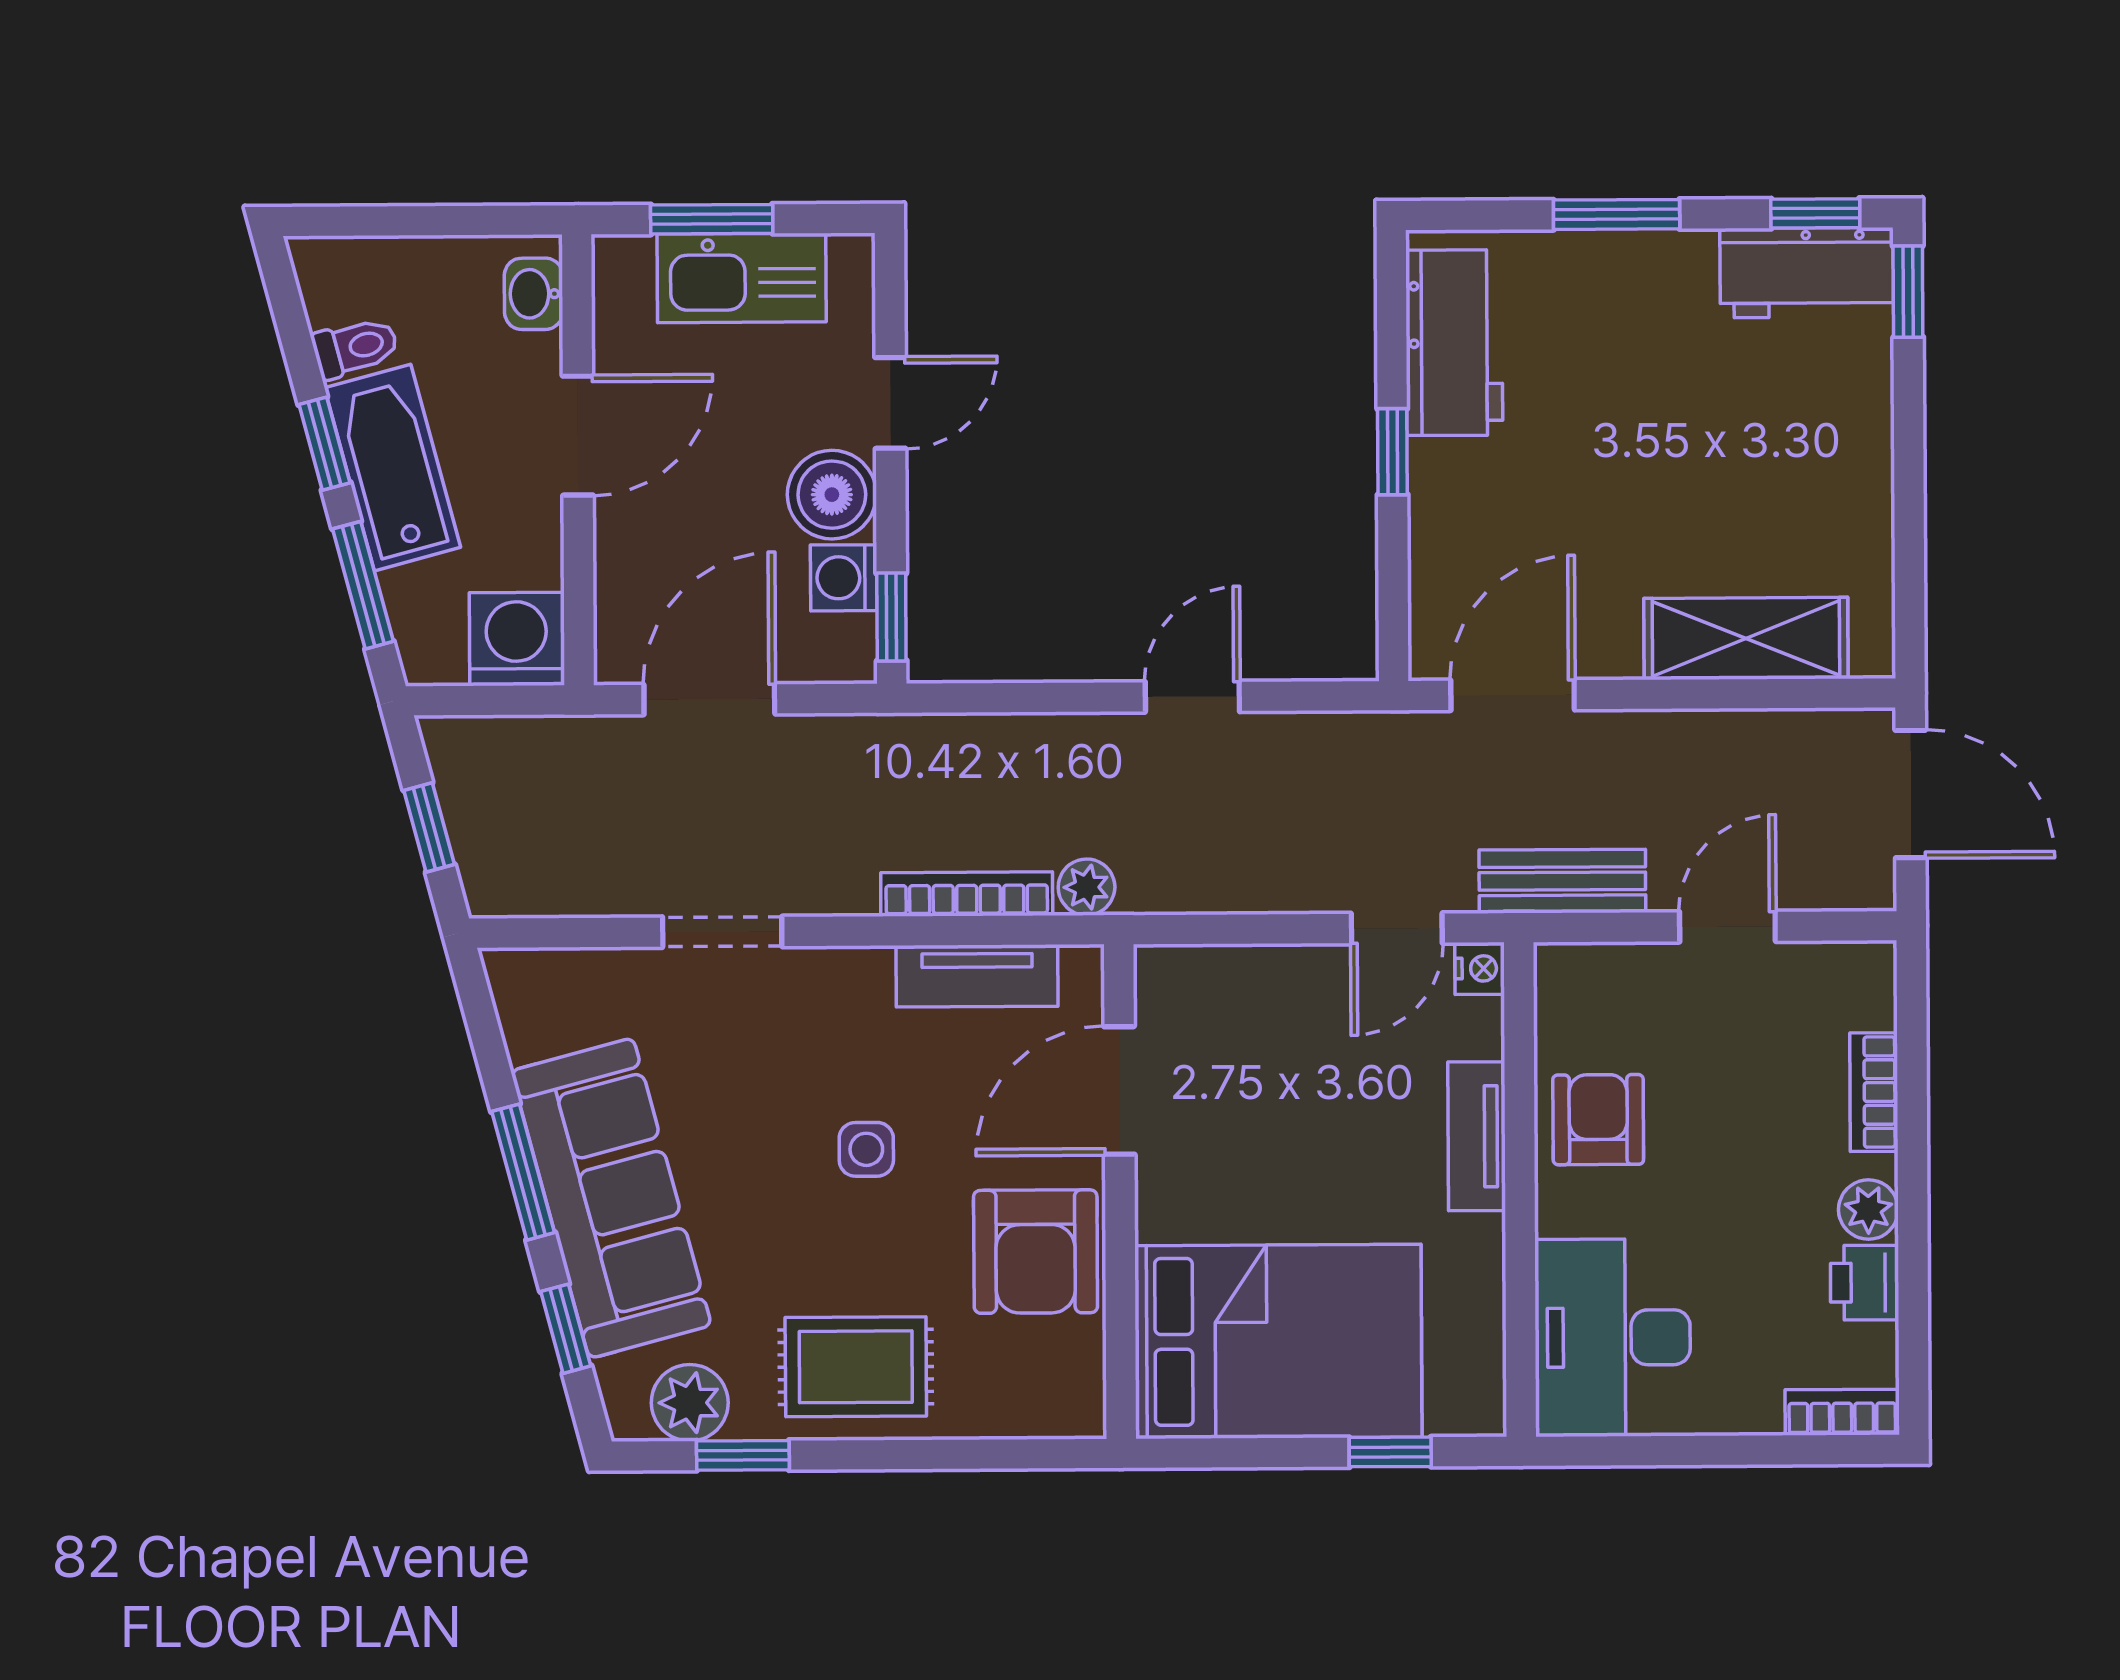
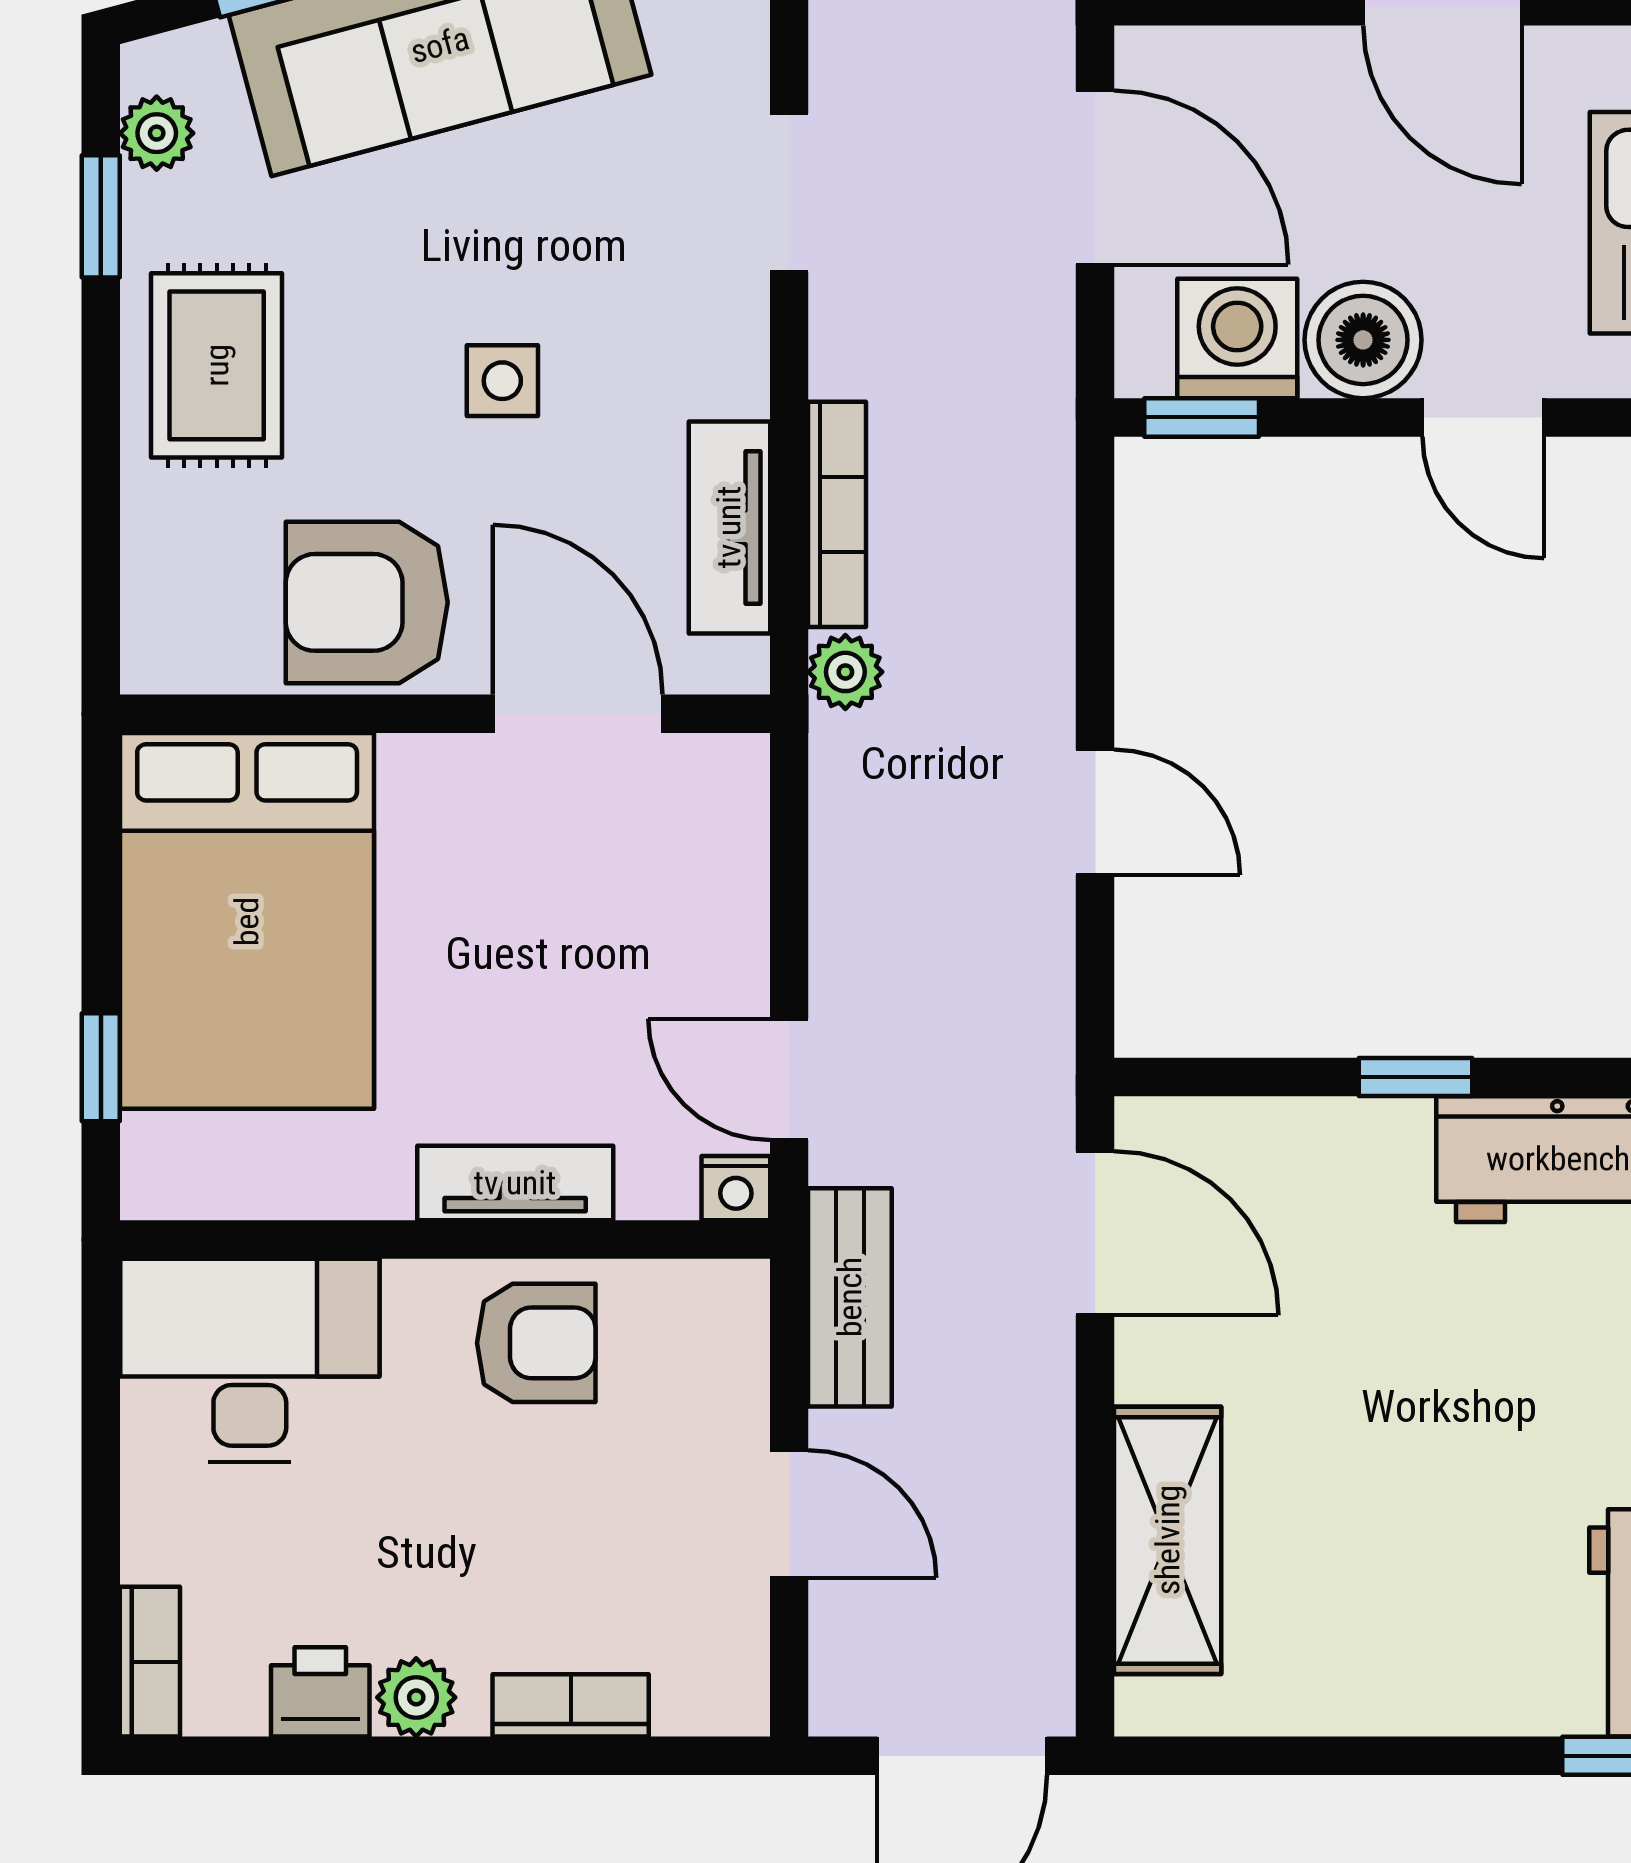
washing machine: (844, 578) -> (1237, 338), width x1.38, depth x1.38
plant: (690, 1403) -> (157, 133), width x0.73, depth x0.73

